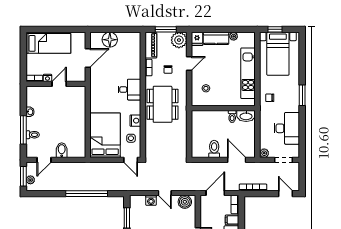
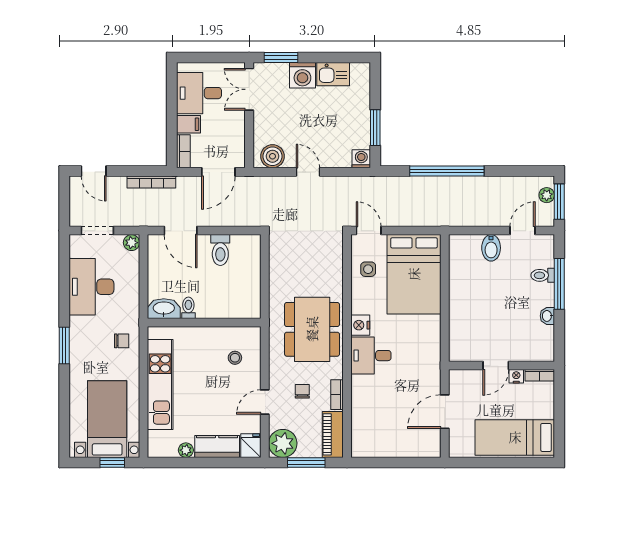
floor lamp: (110, 40) -> (406, 444), removed
nightstand: (135, 121) -> (360, 325), moved
washing machine: (151, 200) -> (361, 159), moved

